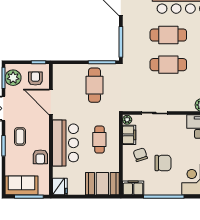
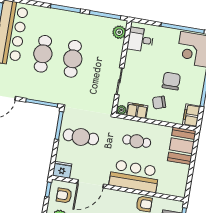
fridge: (60, 187) -> (62, 170), moved

